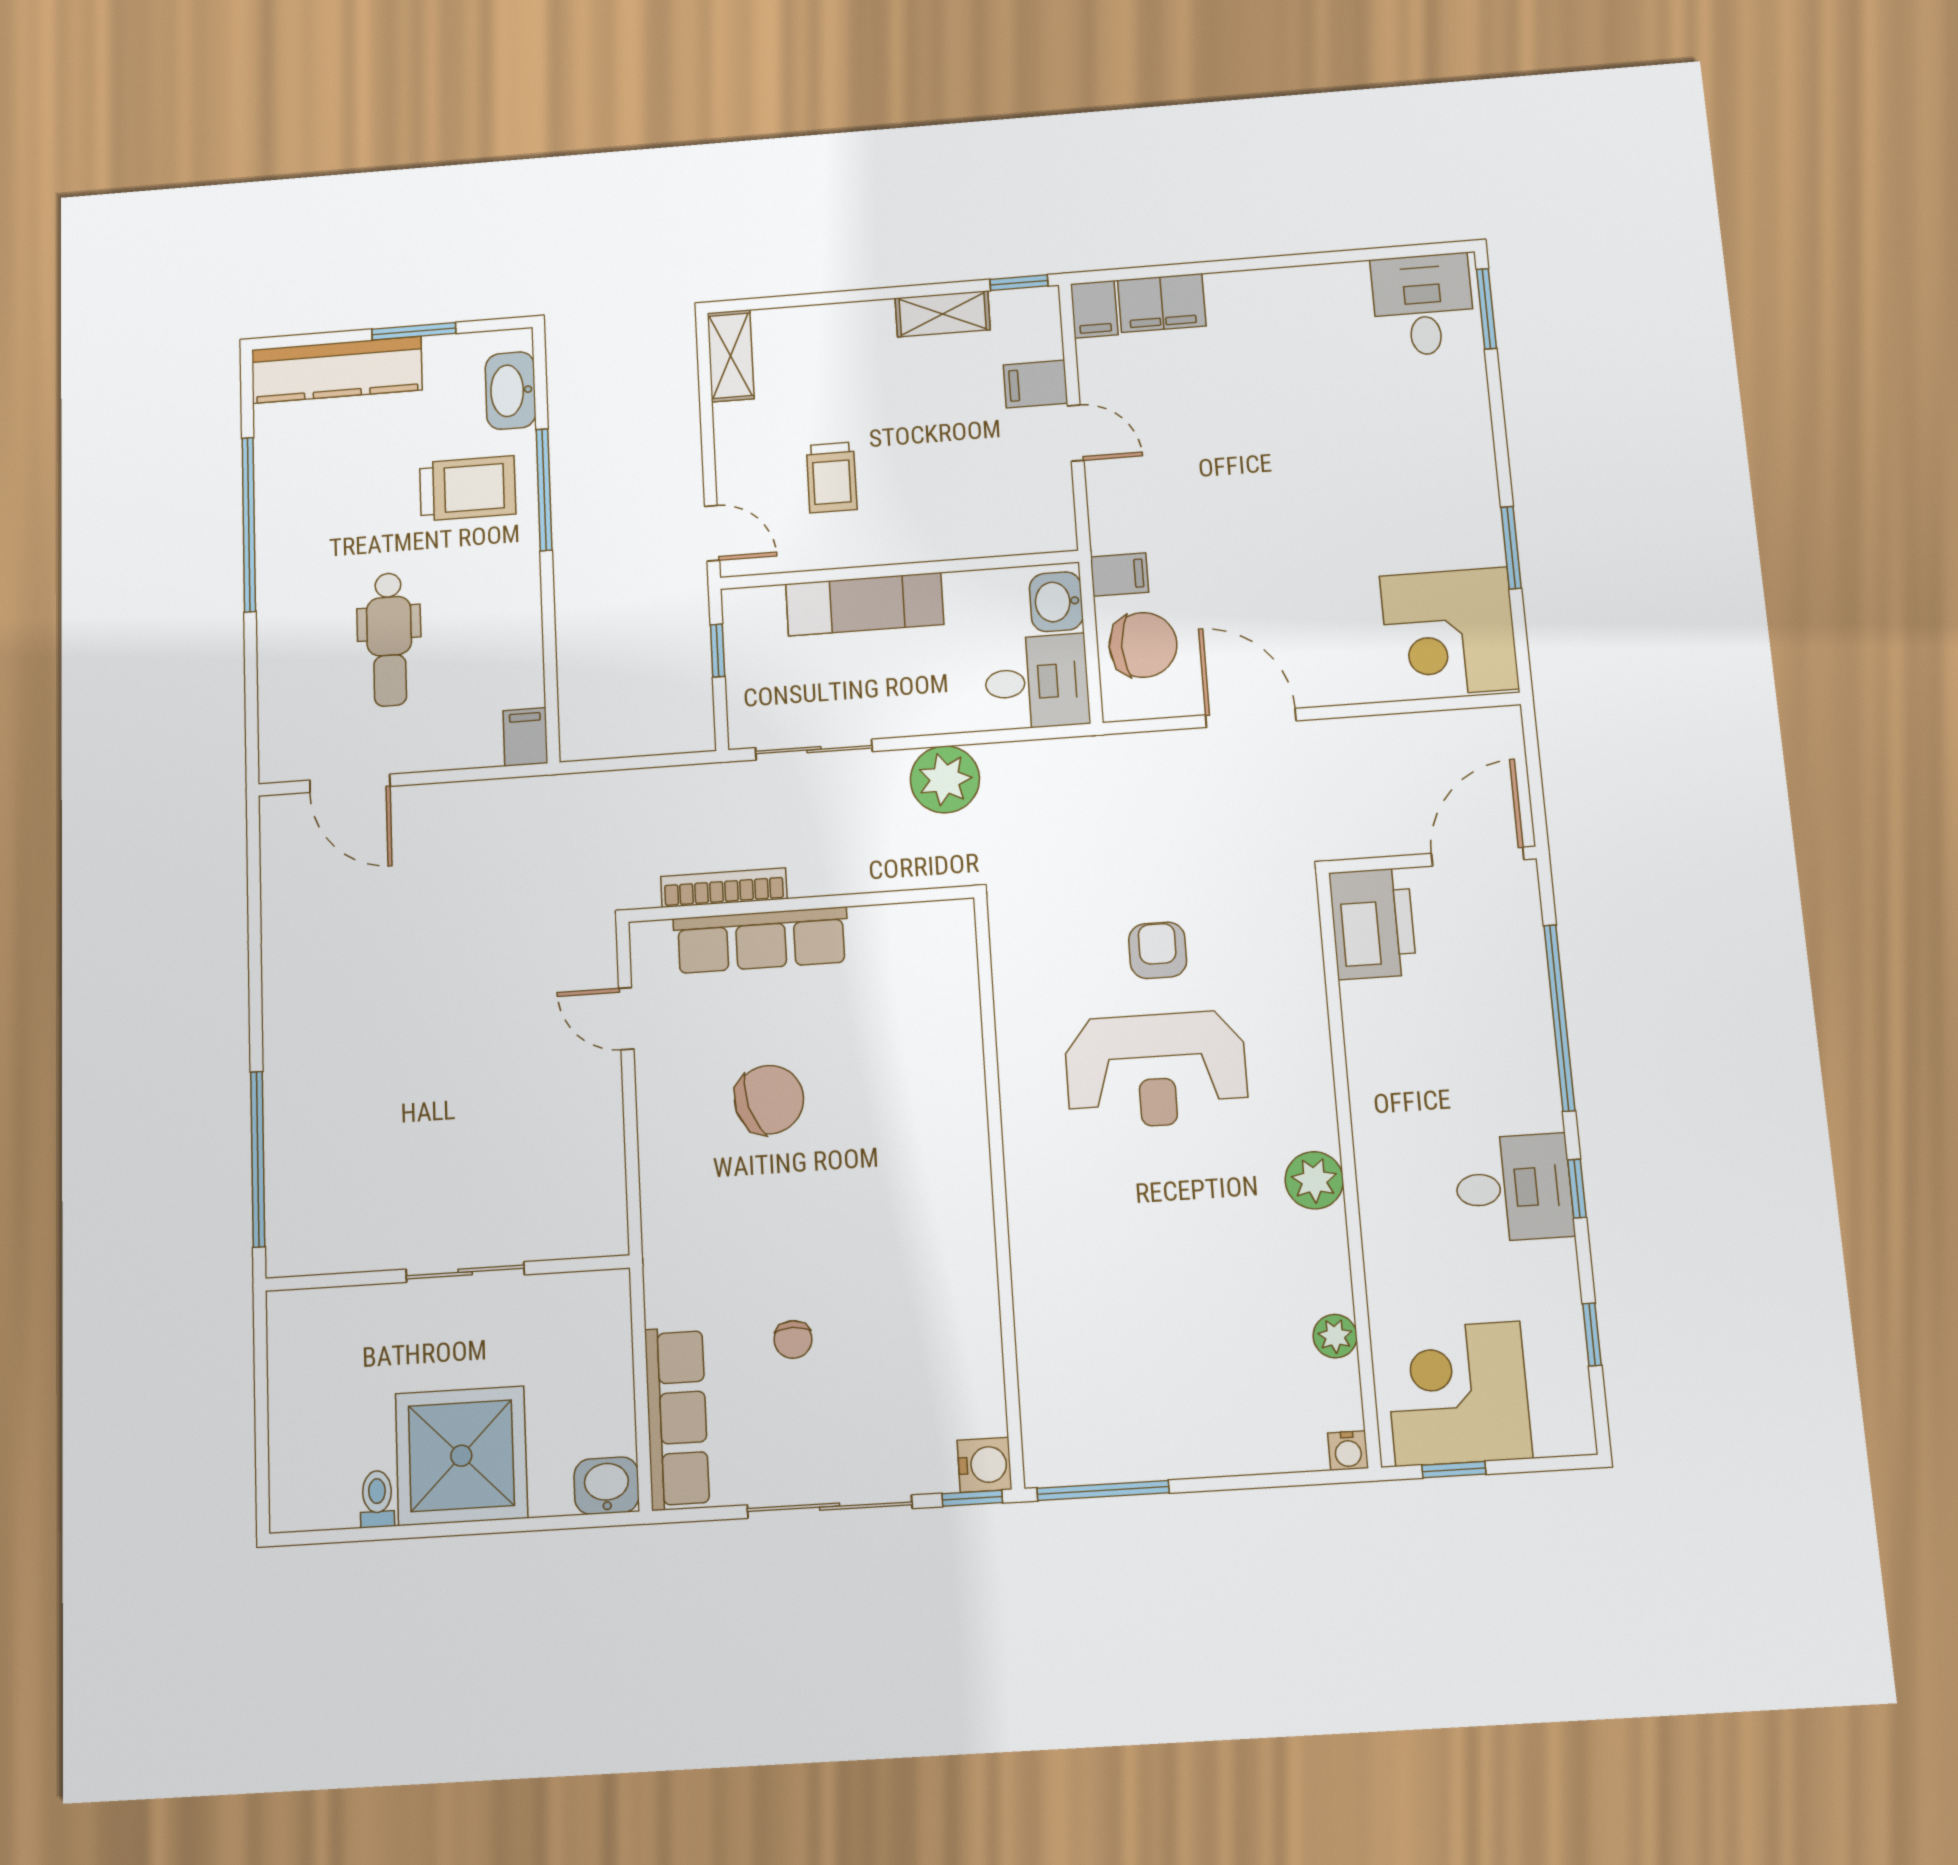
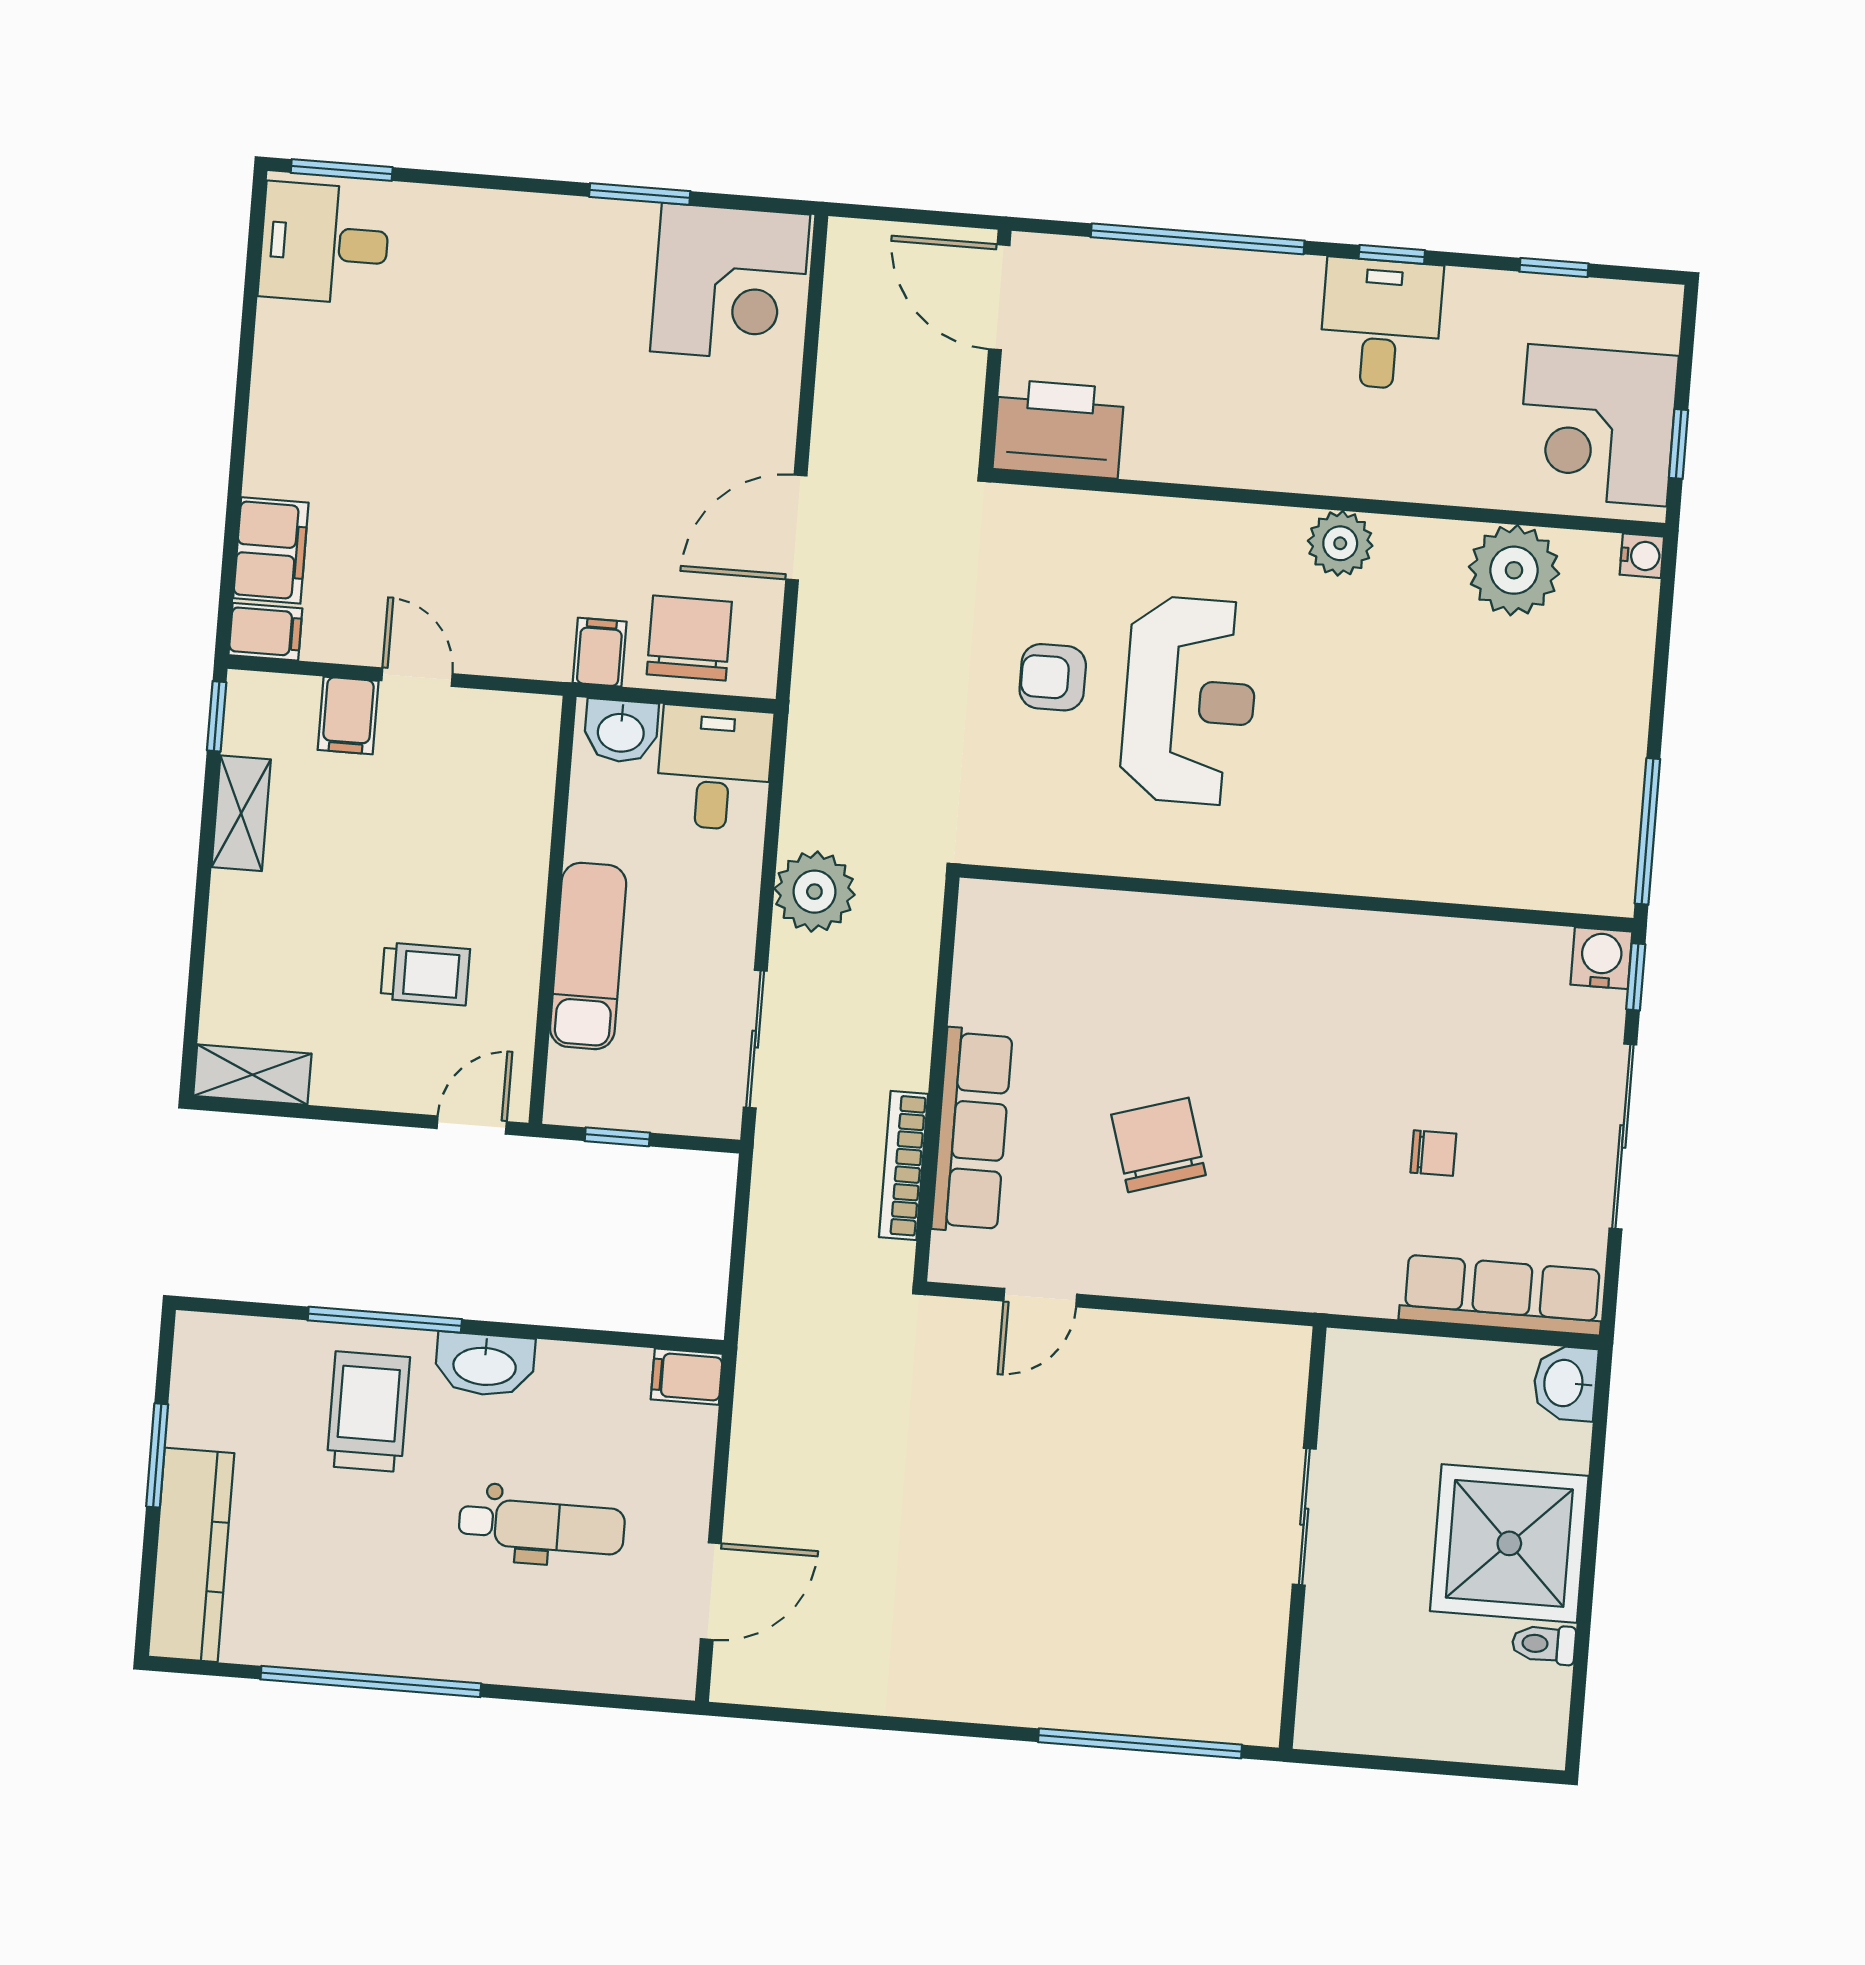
washbasin: (511, 391) -> (485, 1365), moved
door: (1076, 433) -> (417, 677), hinge flipped
plant: (1335, 1336) -> (1514, 570), width x1.88, depth x1.88

